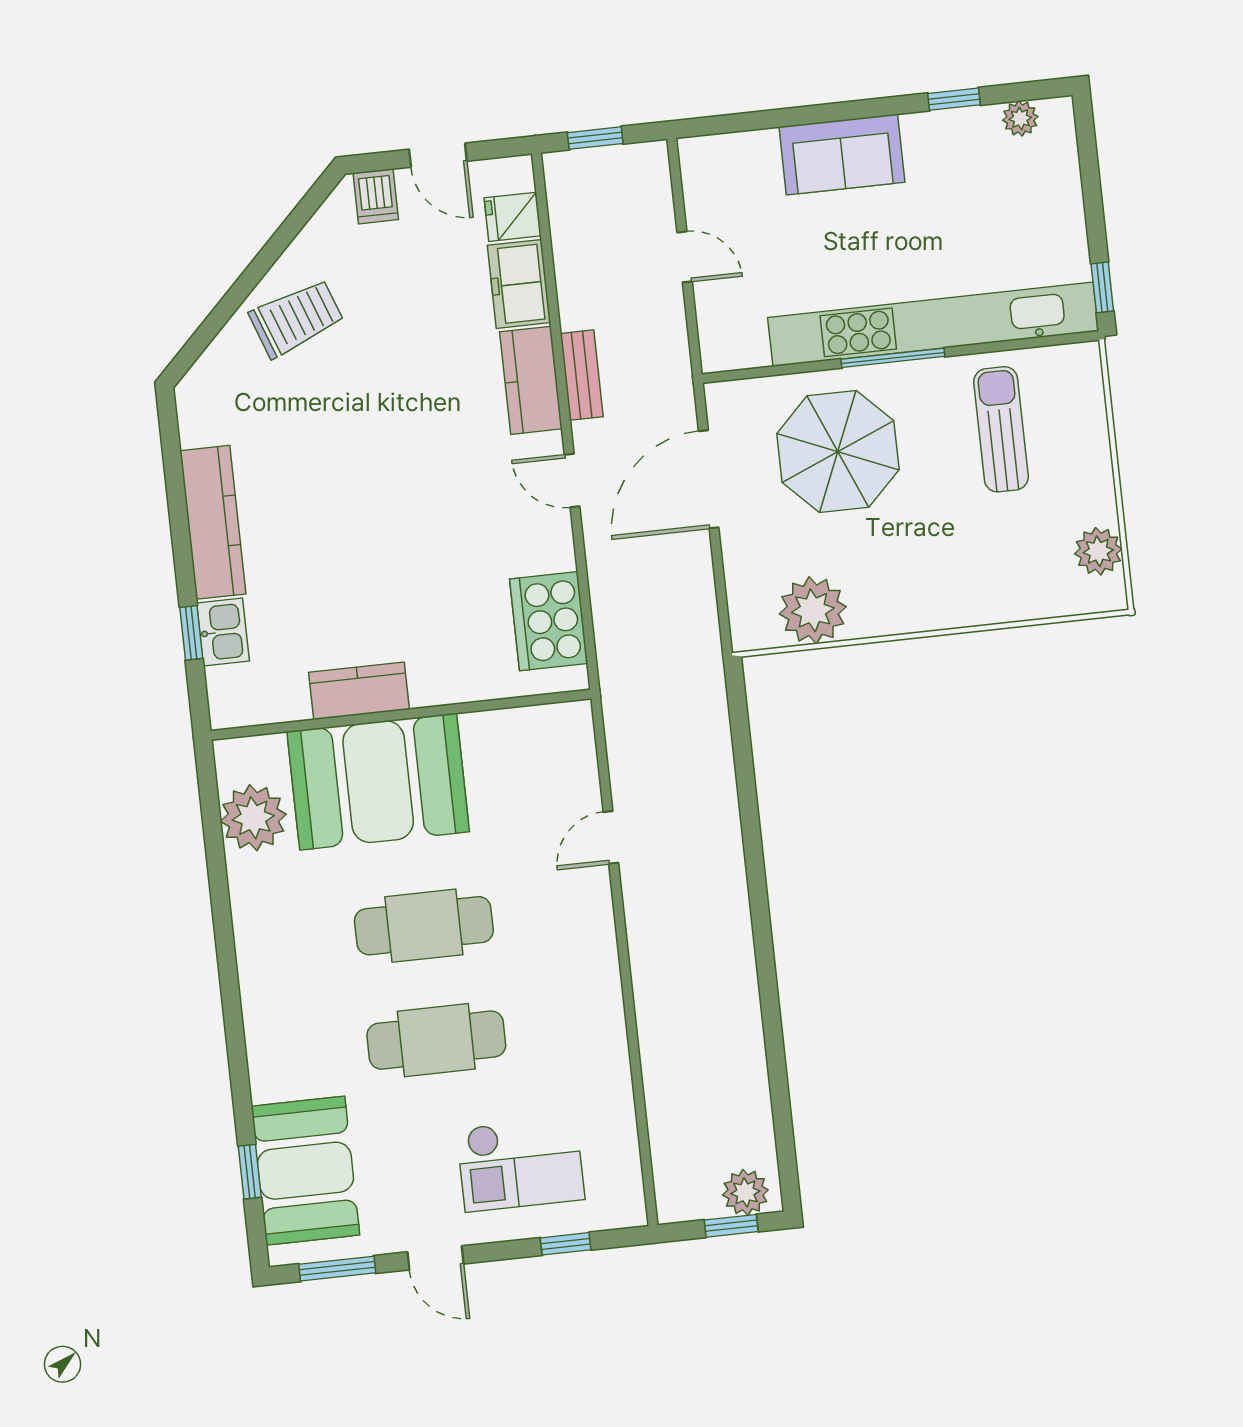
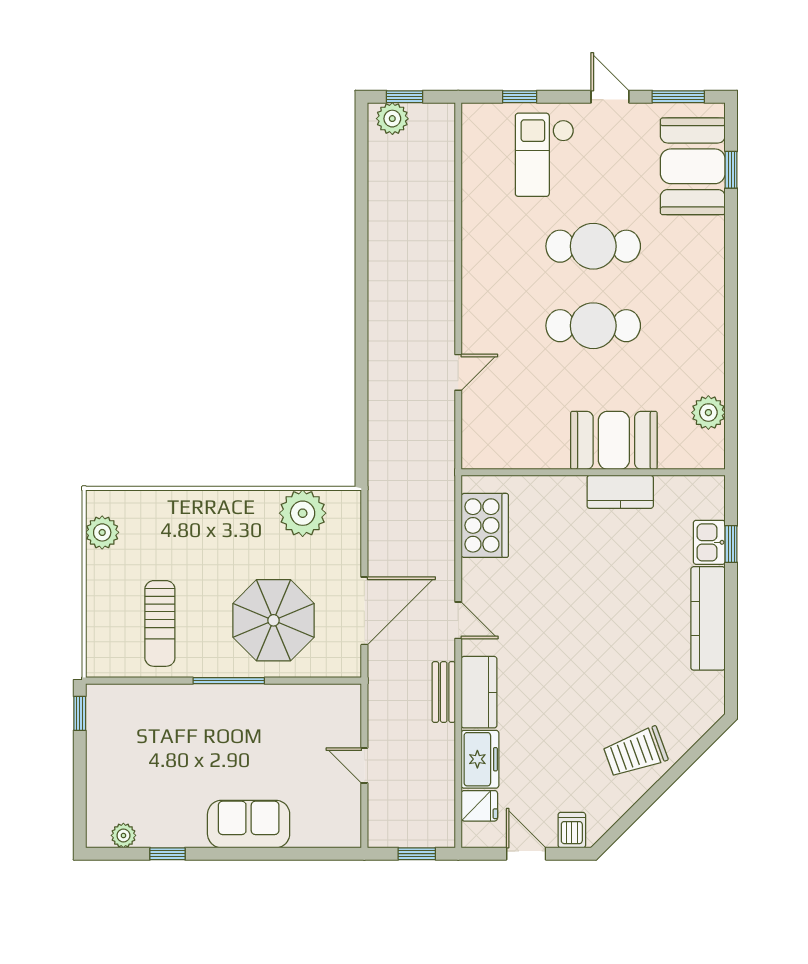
kitchen unit: (933, 324) -> (199, 701), removed
booth: (378, 782) -> (614, 440), width x0.73, depth x0.70
plant: (253, 818) -> (708, 413), width x0.73, depth x0.73
checkout: (521, 1164) -> (545, 155), turned -90

